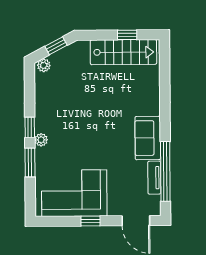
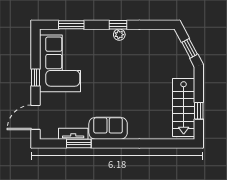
plant: (44, 65) -> (172, 37), removed
plant: (41, 140) -> (119, 35), moved
window: (30, 163) -> (71, 25), moved
window: (165, 171) -> (79, 143), width x0.47

